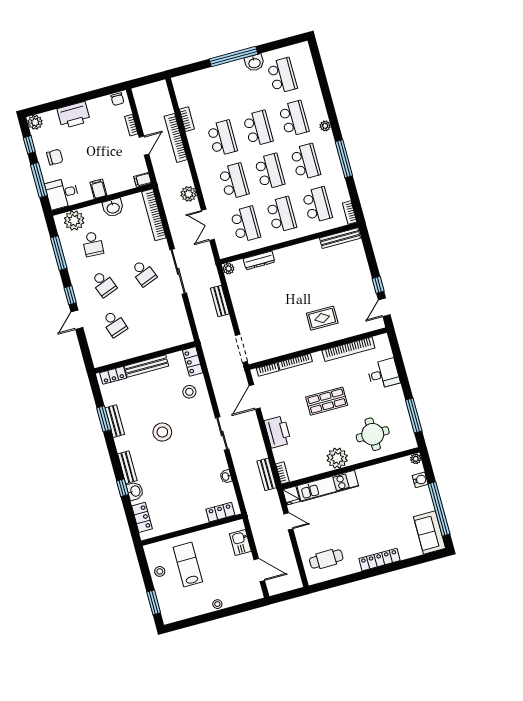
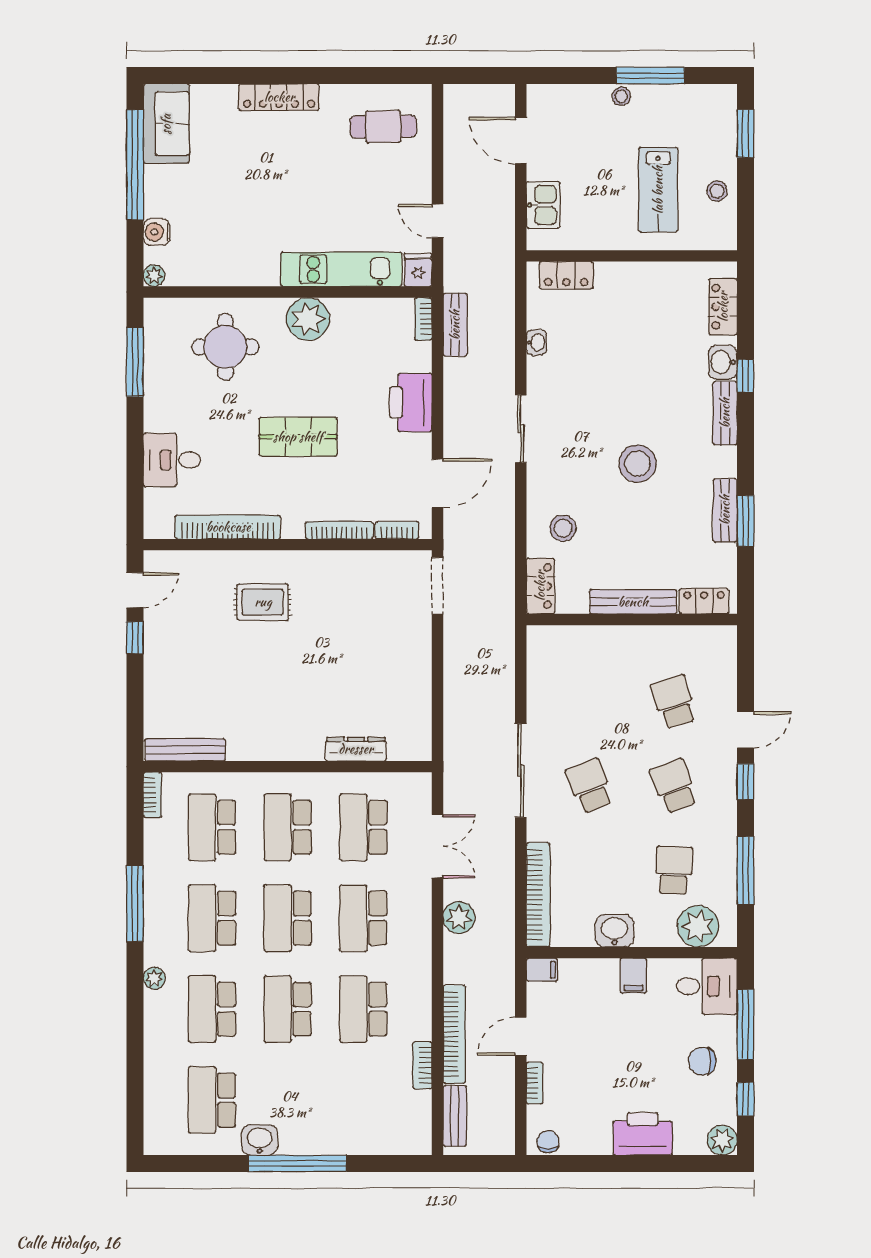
plant: (228, 269) -> (420, 749), removed
bench: (220, 301) -> (455, 1116), moved
window: (206, 618) -> (650, 76), added

